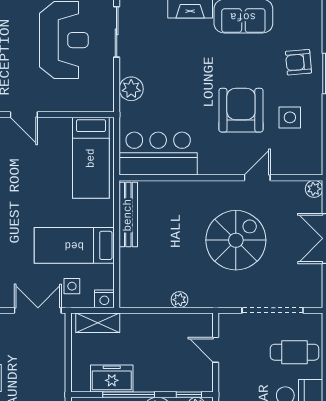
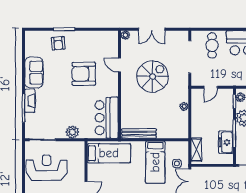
side table: (290, 117) -> (87, 48), removed
spiral stairs: (236, 240) -> (153, 77), turned 90
nightstand: (104, 299) -> (184, 146), removed

